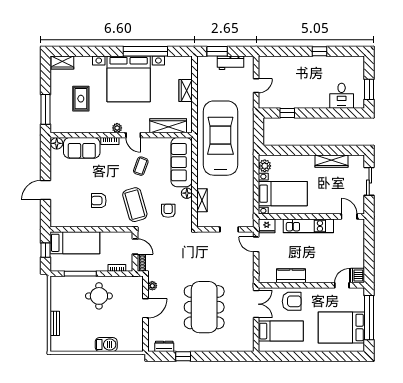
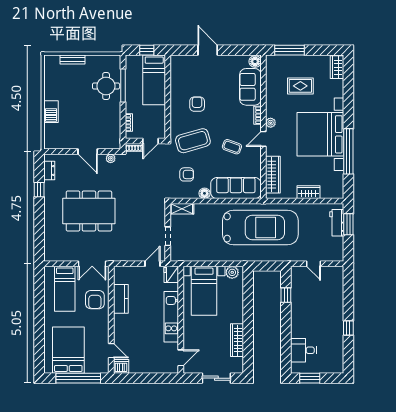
workbench: (230, 63) -> (337, 223), moved
shelving: (202, 200) -> (182, 209), moved
round table: (99, 296) -> (106, 86), moved

